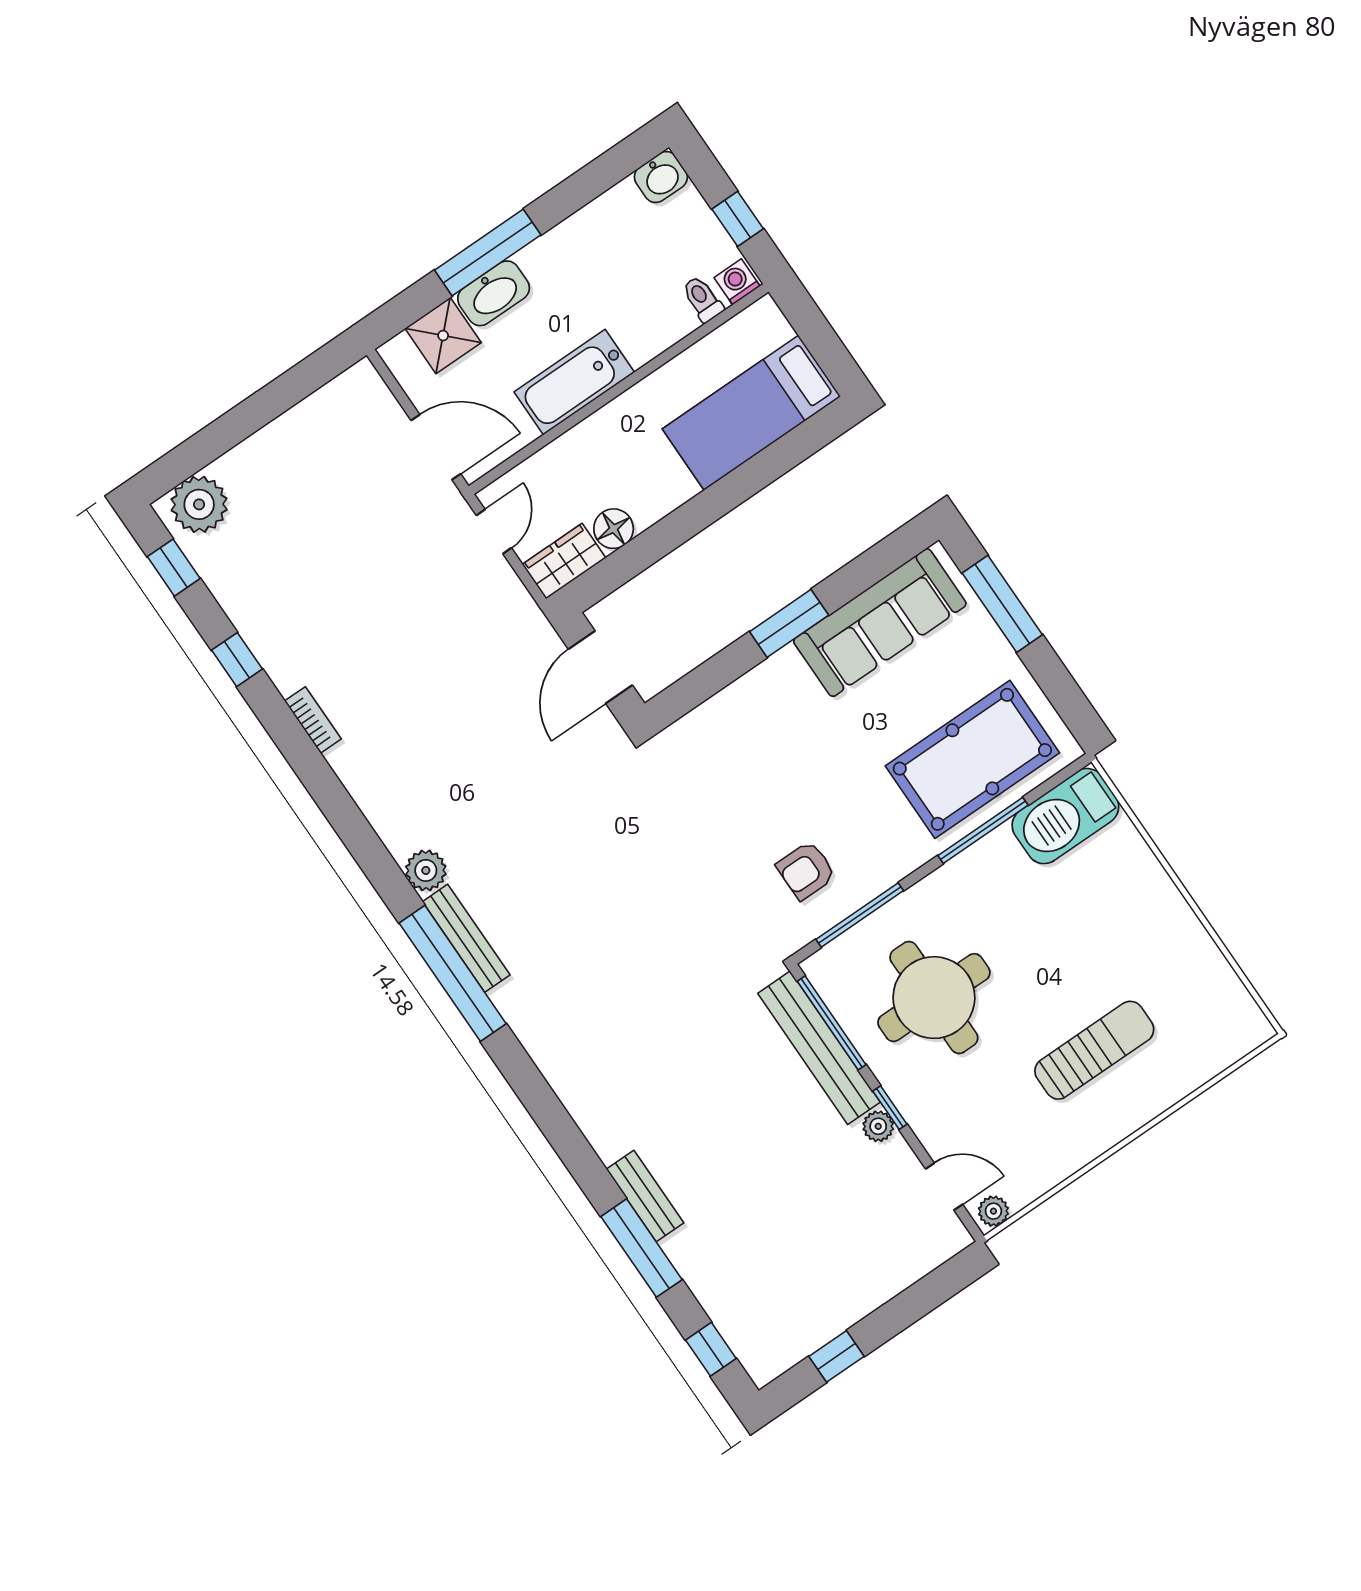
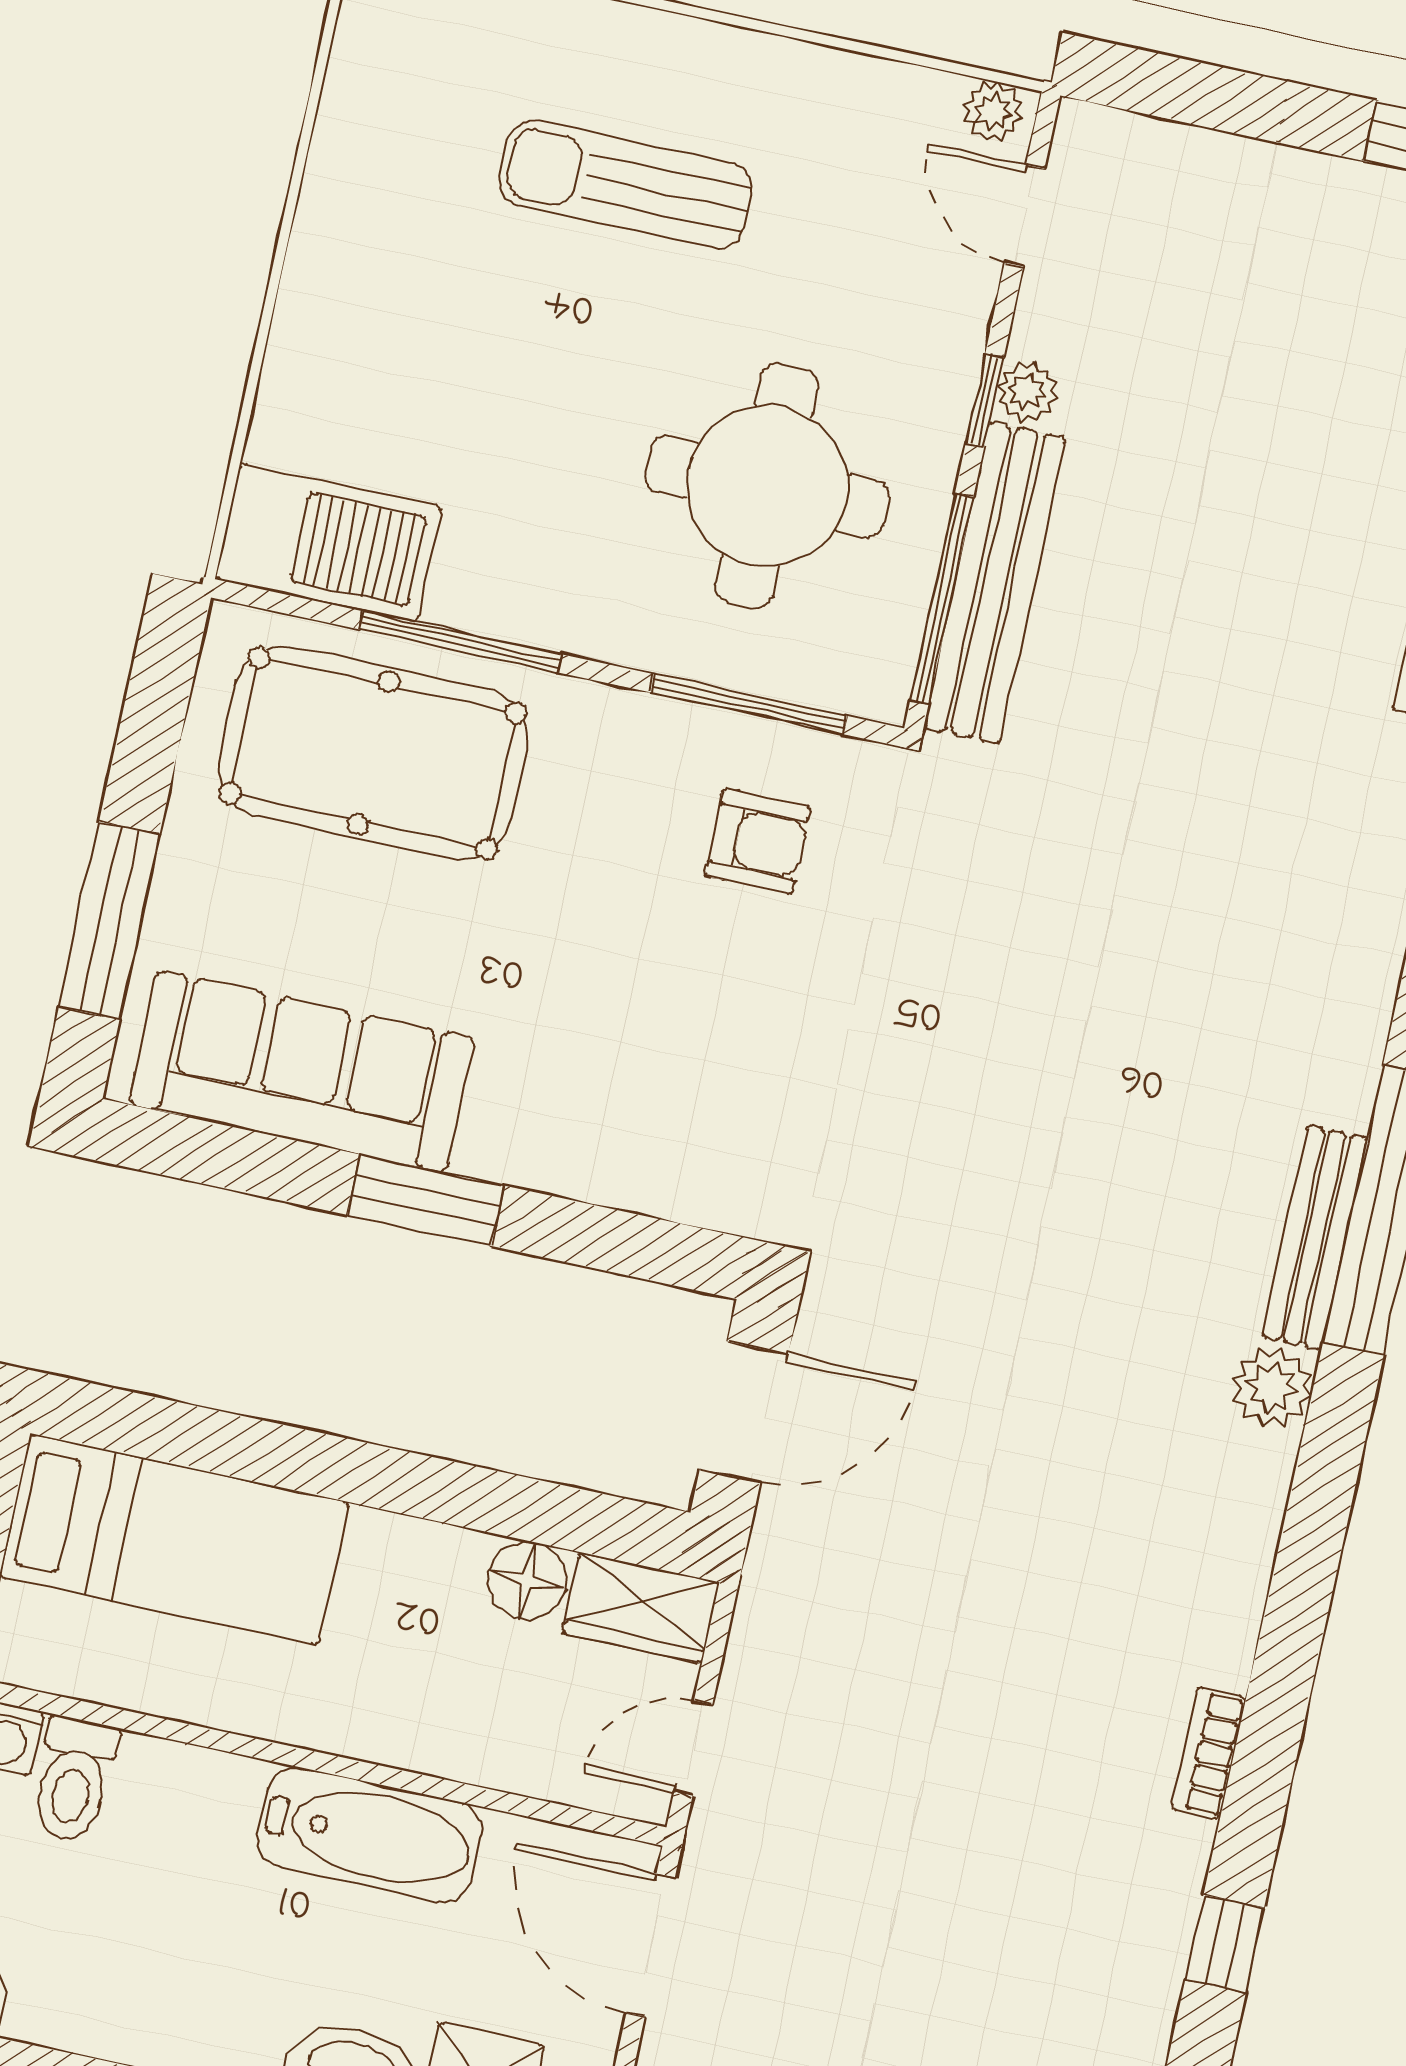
toilet: (702, 299) -> (74, 1780), width x1.37, depth x1.39

